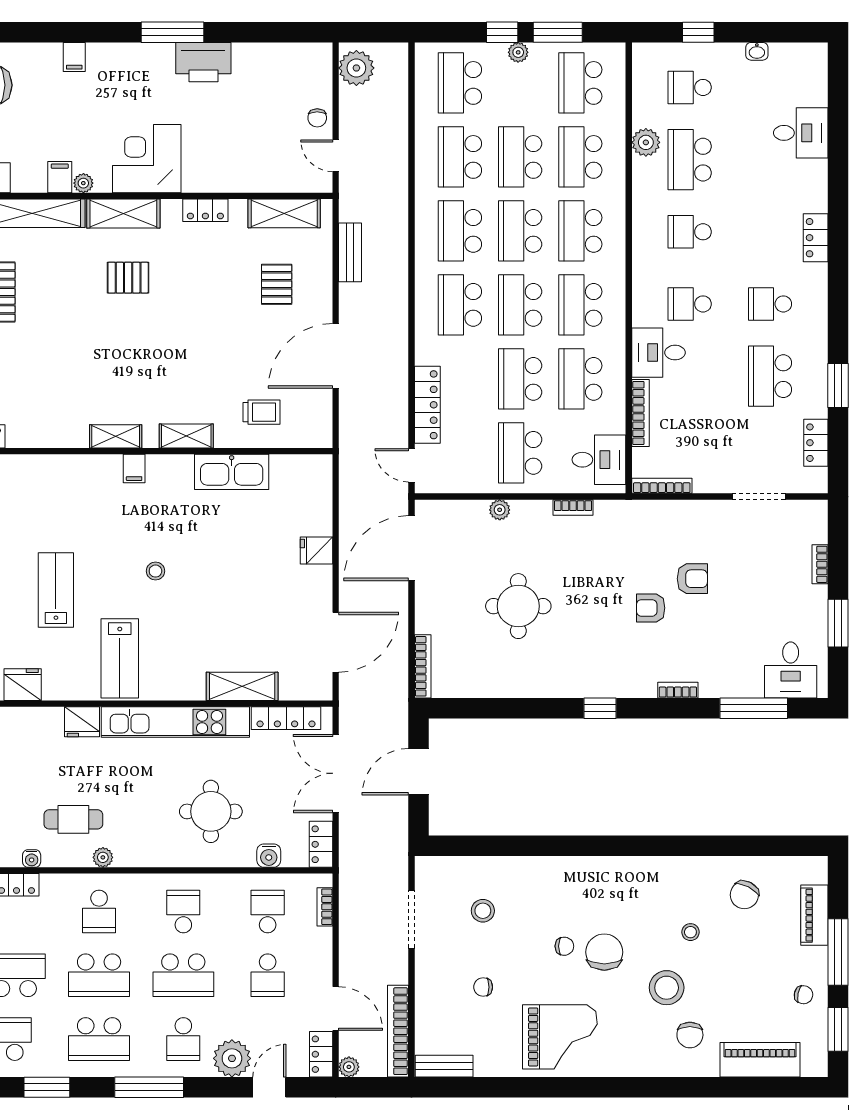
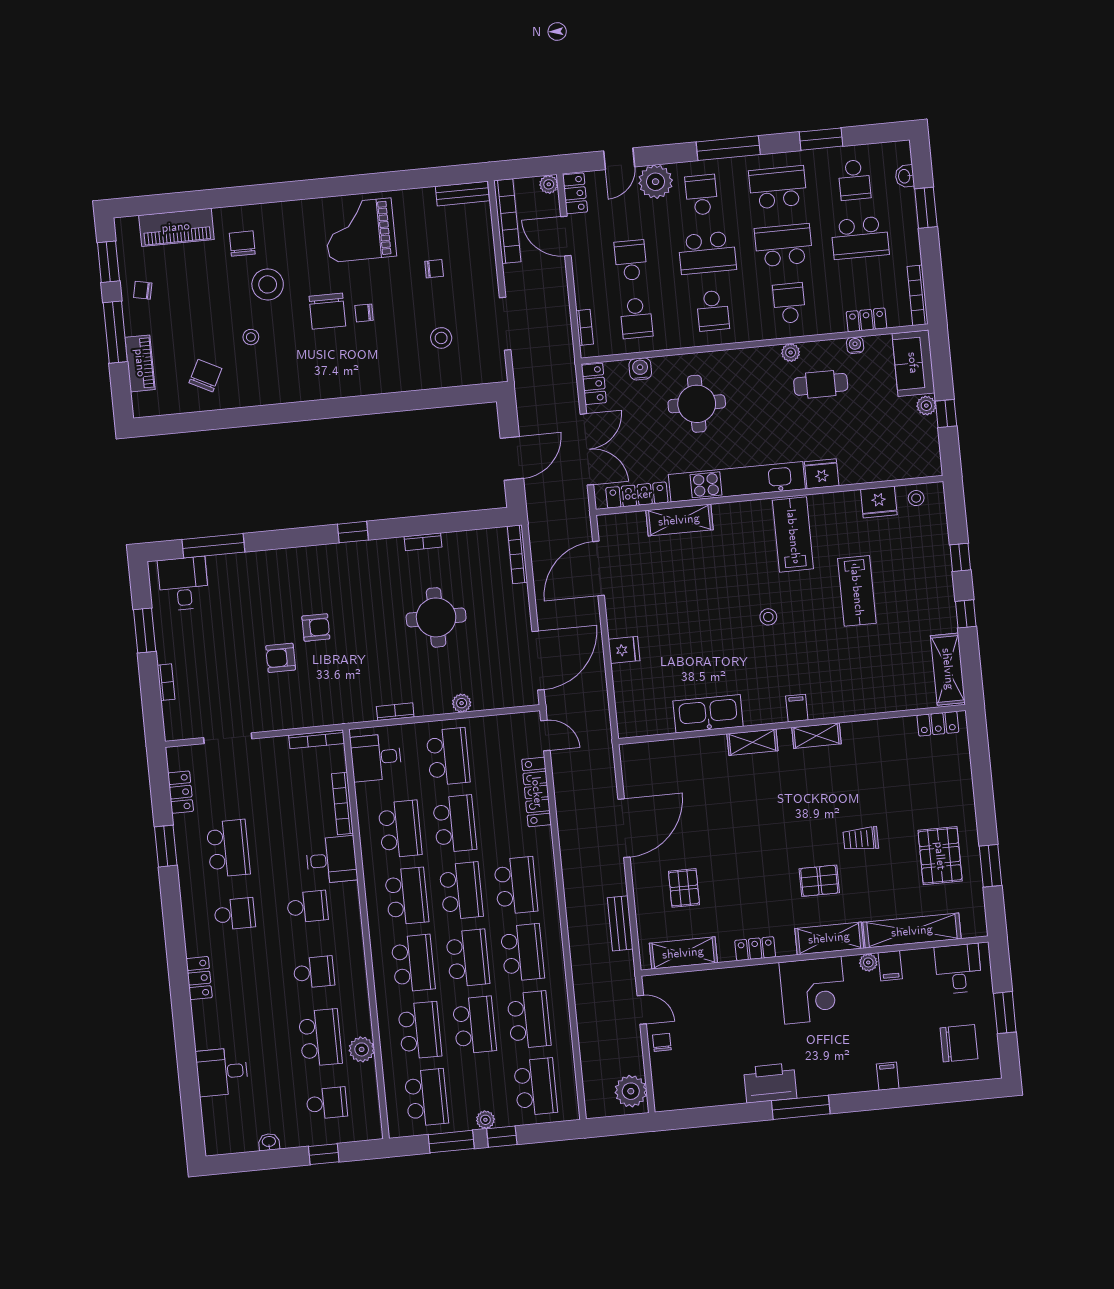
trolley: (261, 412) -> (861, 839), moved
bookcase: (678, 690) -> (423, 542), moved
school desk: (183, 975) -> (707, 253), turned 180

